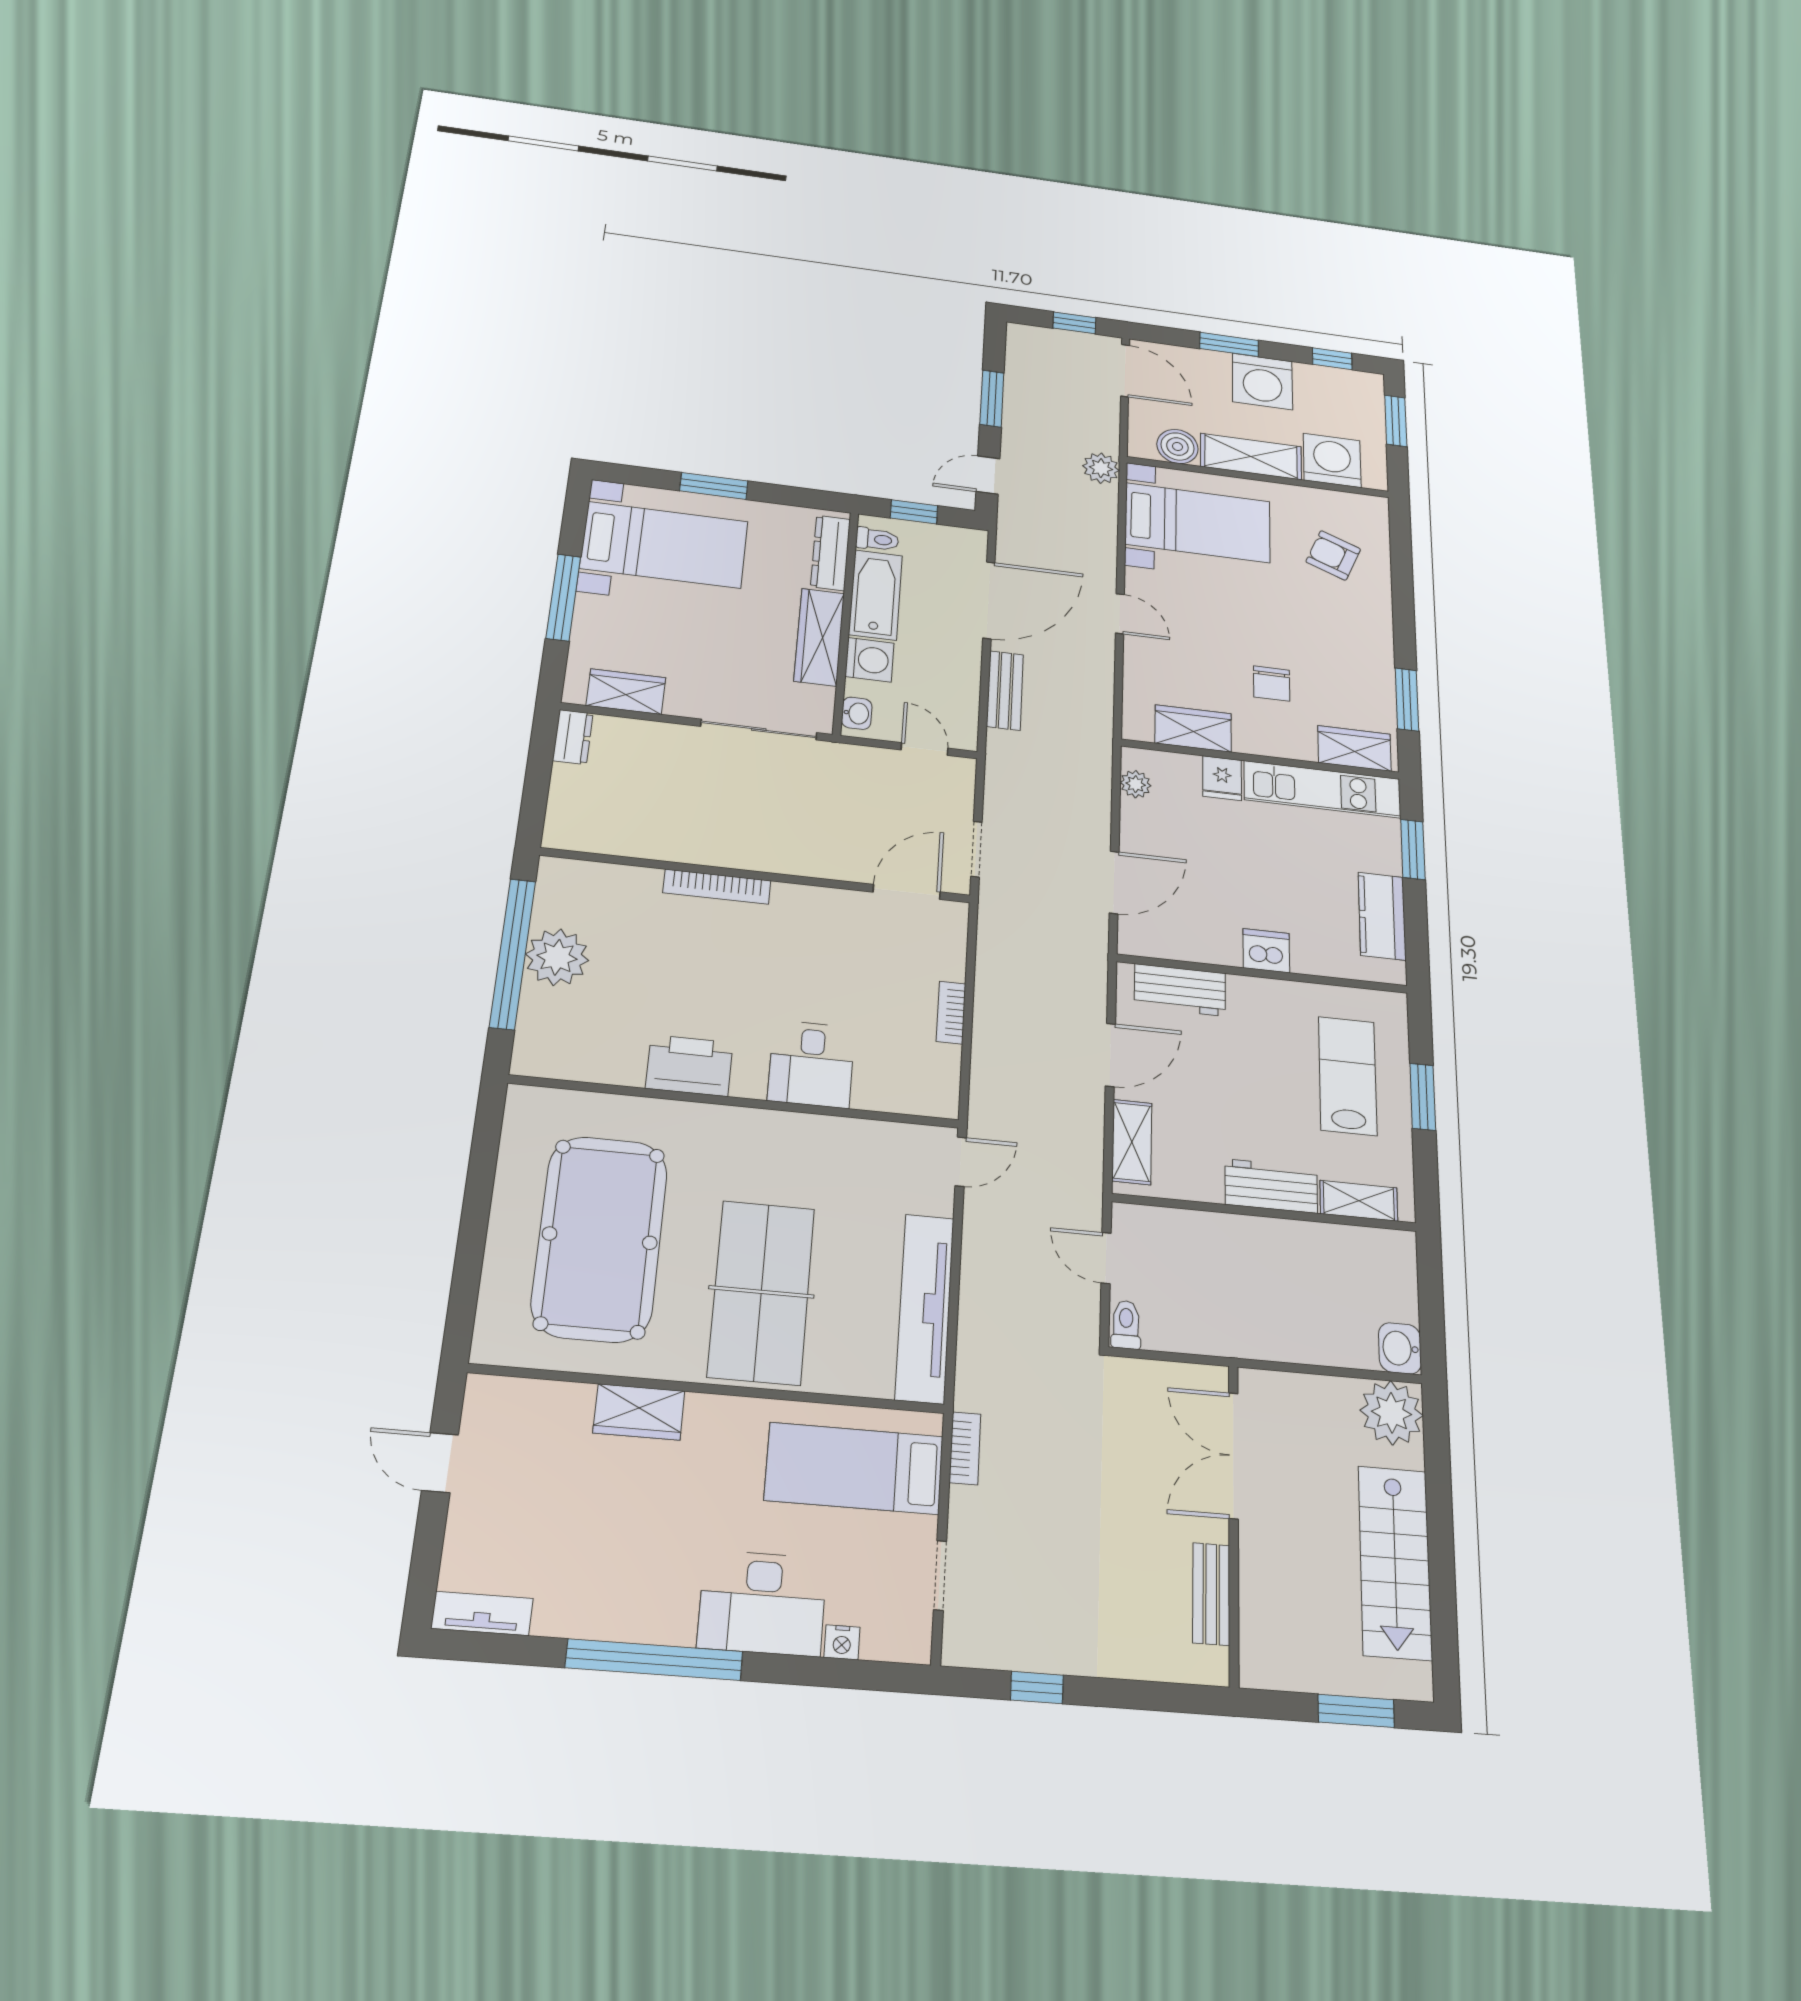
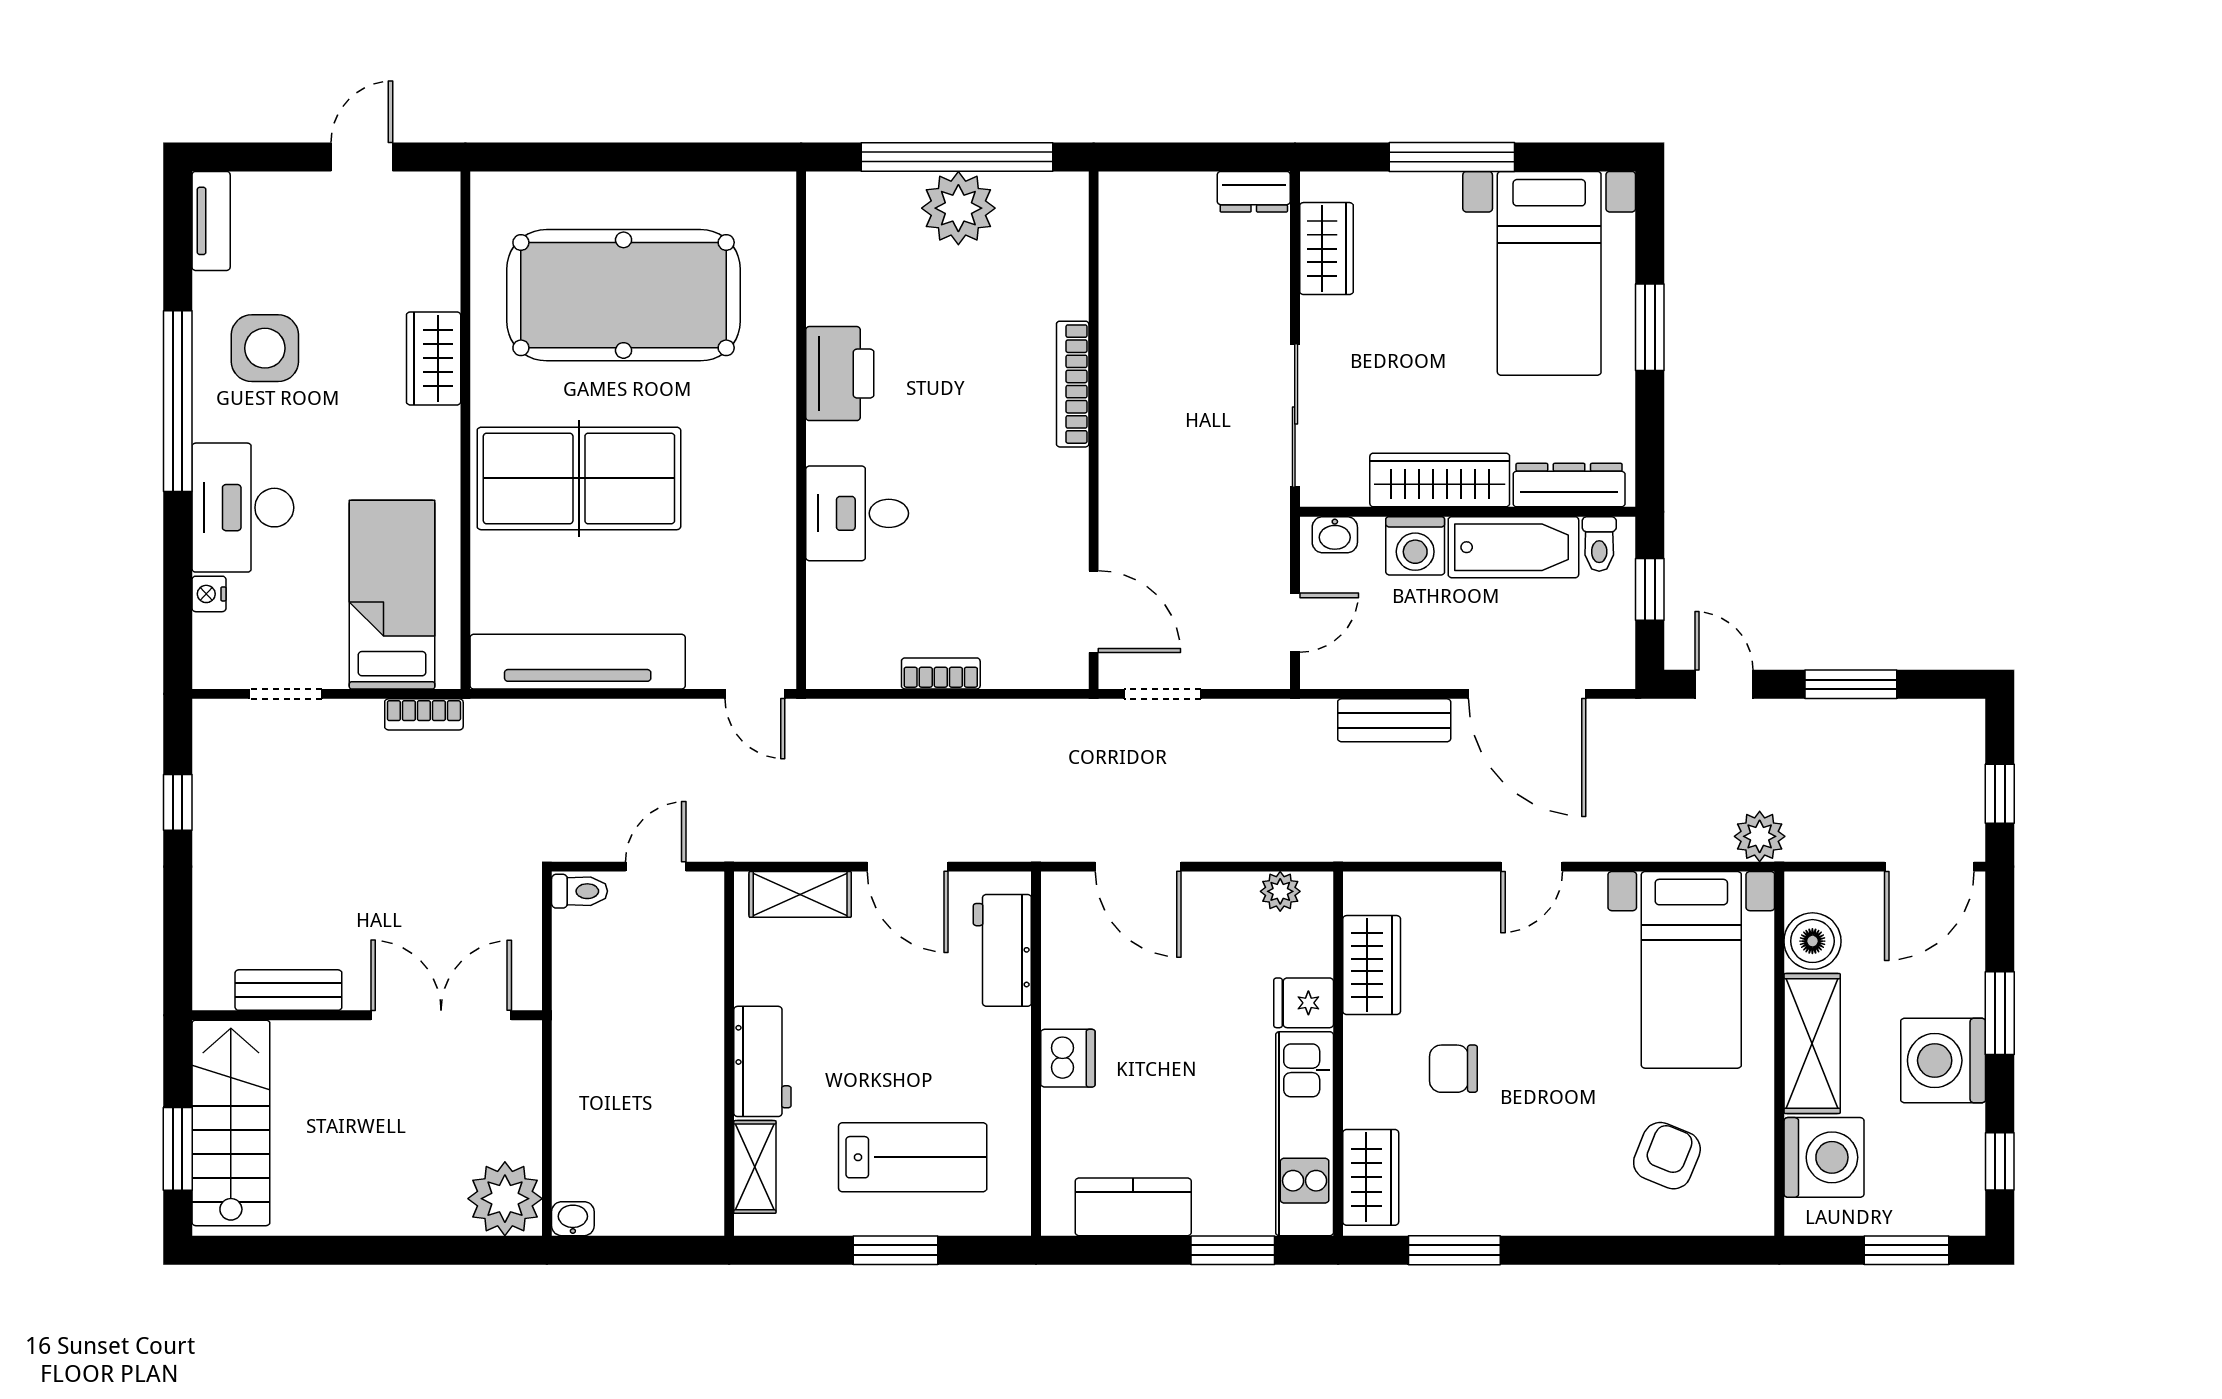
washbasin: (1400, 1348) -> (573, 1219), width x0.72, depth x0.69
stairs: (1395, 1562) -> (231, 1123), moved, turned 90
side table: (612, 1570) -> (265, 348), added

